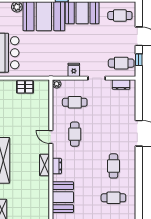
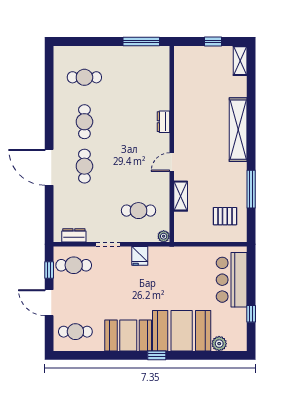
pallet: (25, 87) -> (225, 216), moved
cafe table: (75, 134) -> (84, 166), moved
door: (51, 137) -> (172, 162), swing flipped
shelving: (45, 165) -> (181, 196), moved
booth: (63, 197) -> (155, 78), removed

